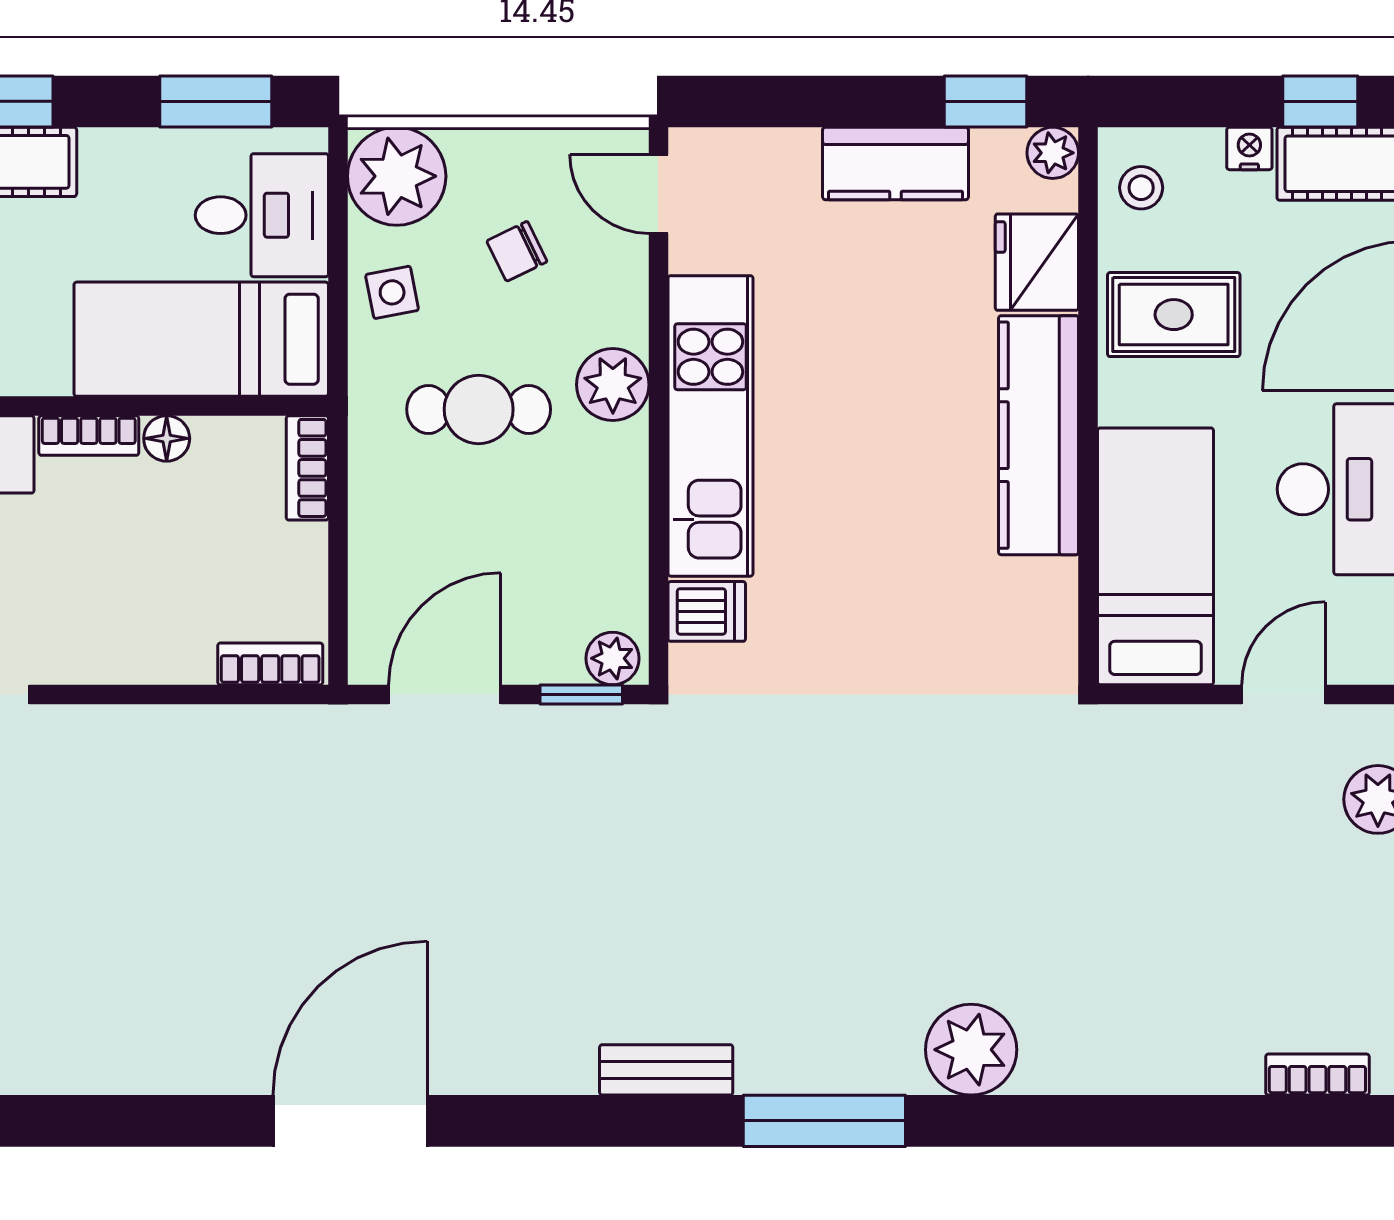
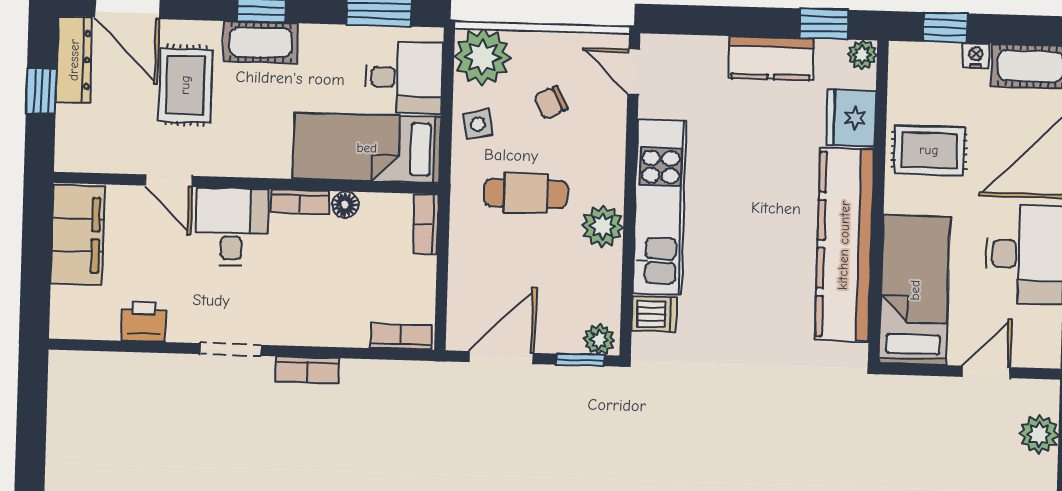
window: (1320, 101) -> (945, 28), moved
stool: (1141, 188) -> (913, 77), removed
plant: (613, 385) -> (603, 226), moved
kitchen counter: (1039, 435) -> (844, 245), width x1.39, depth x1.17
bookcase: (110, 726) -> (307, 370), added

